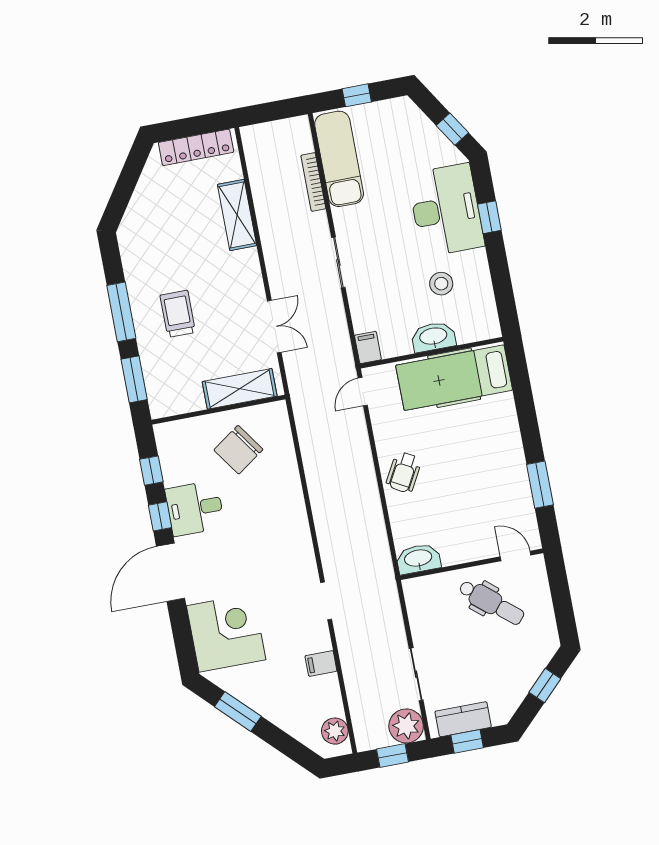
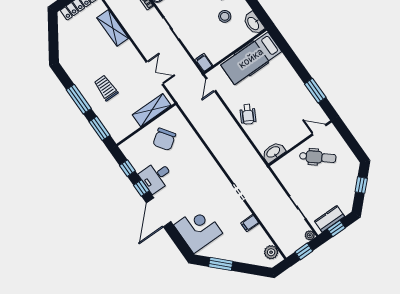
washbasin: (433, 337) -> (254, 23), moved, turned -90
plant: (406, 726) -> (310, 235), width x0.53, depth x0.53

